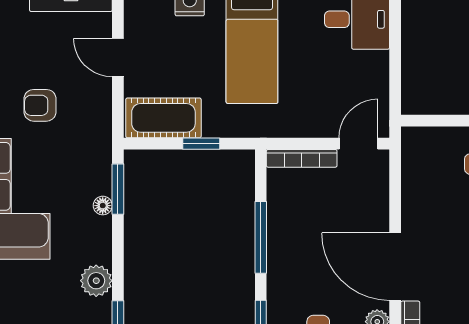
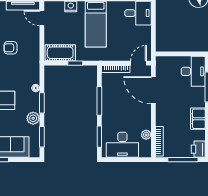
door: (118, 58) -> (42, 18), moved
window: (118, 189) -> (42, 103), moved
door: (395, 267) -> (153, 90), moved

